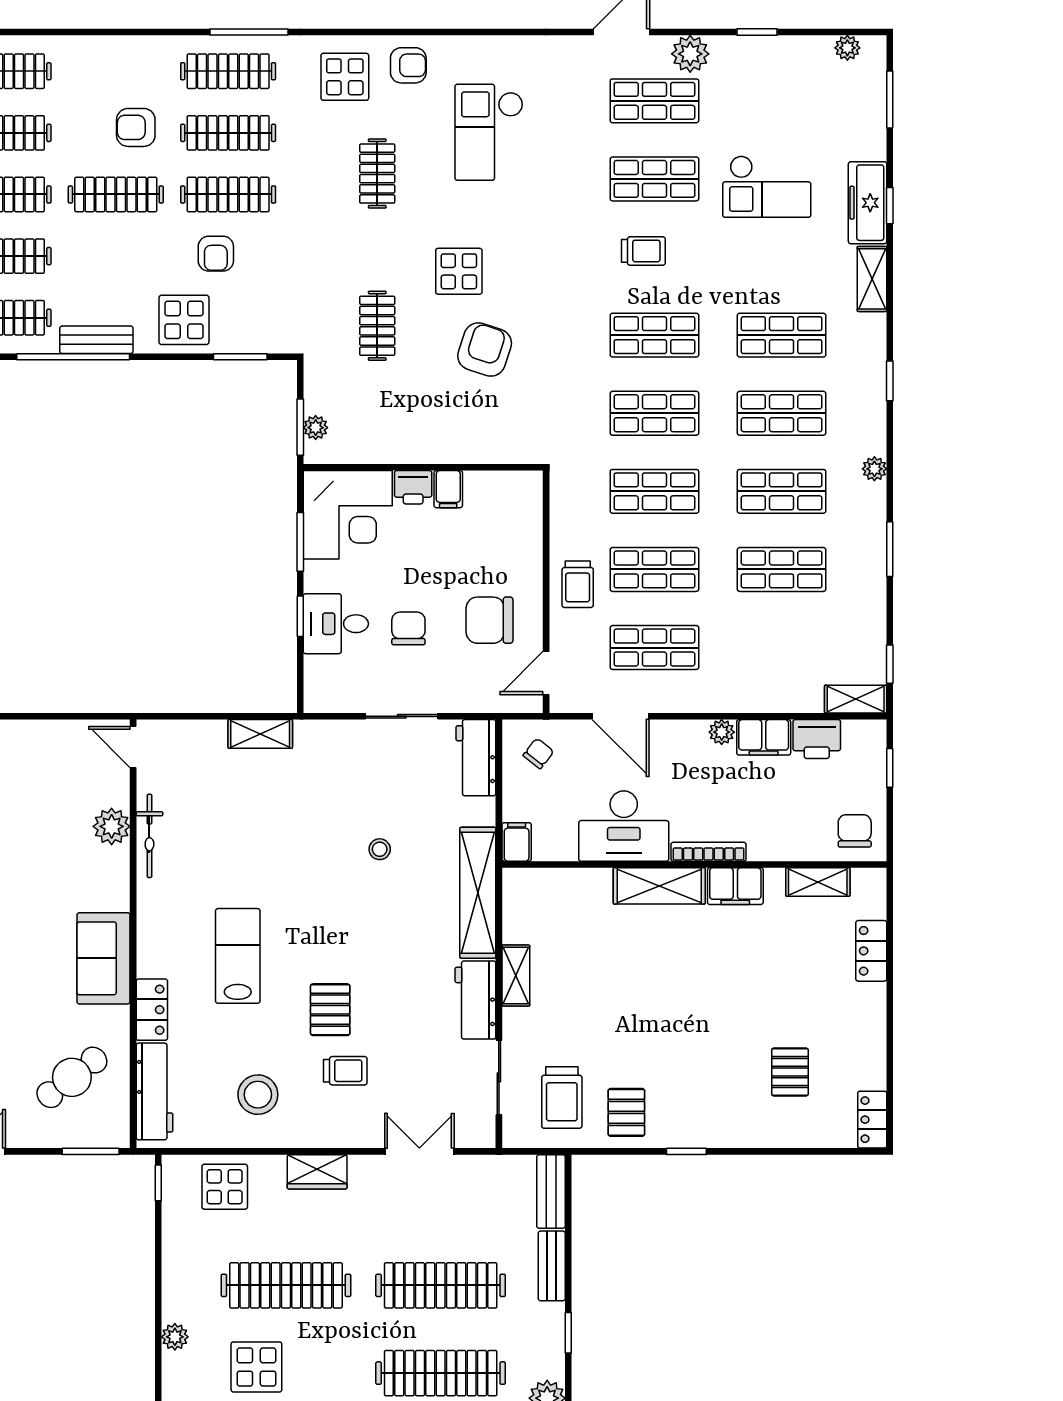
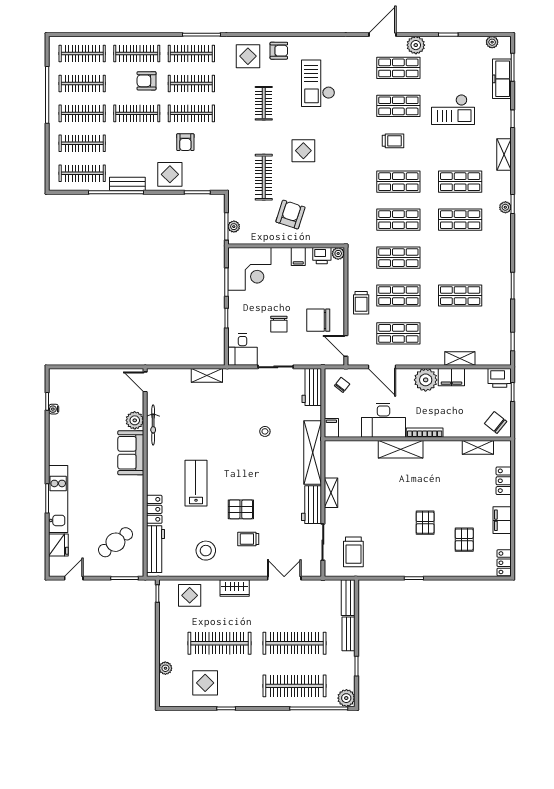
clothes rail: (116, 71) -> (137, 54), added
freezer: (868, 203) -> (502, 79), moved
clothes rail: (377, 326) -> (264, 177), width x1.36
armchair: (485, 350) -> (290, 215), moved
plant: (874, 469) -> (505, 207), moved
plant: (530, 483) -> (338, 253), added
printer: (413, 487) -> (322, 256), moved
shop shelf: (782, 491) -> (460, 258), removed
desk: (336, 624) -> (243, 350), moved, turned -90
chair: (408, 628) -> (279, 324), turned 180
door: (546, 673) -> (346, 346), hinge flipped
shelving: (856, 699) -> (460, 359), moved
plant: (722, 732) -> (426, 380), width x1.88, depth x1.88
printer: (817, 739) -> (500, 378), moved
chair: (855, 831) -> (496, 422), turned -51
filing cabinet: (735, 886) -> (502, 520), moved, turned 90
sofa: (104, 958) -> (131, 453), moved
pallet: (330, 1010) -> (241, 509), turned 90
trolley: (345, 1071) -> (248, 539), turned 180
pallet: (626, 1112) -> (425, 523), moved

